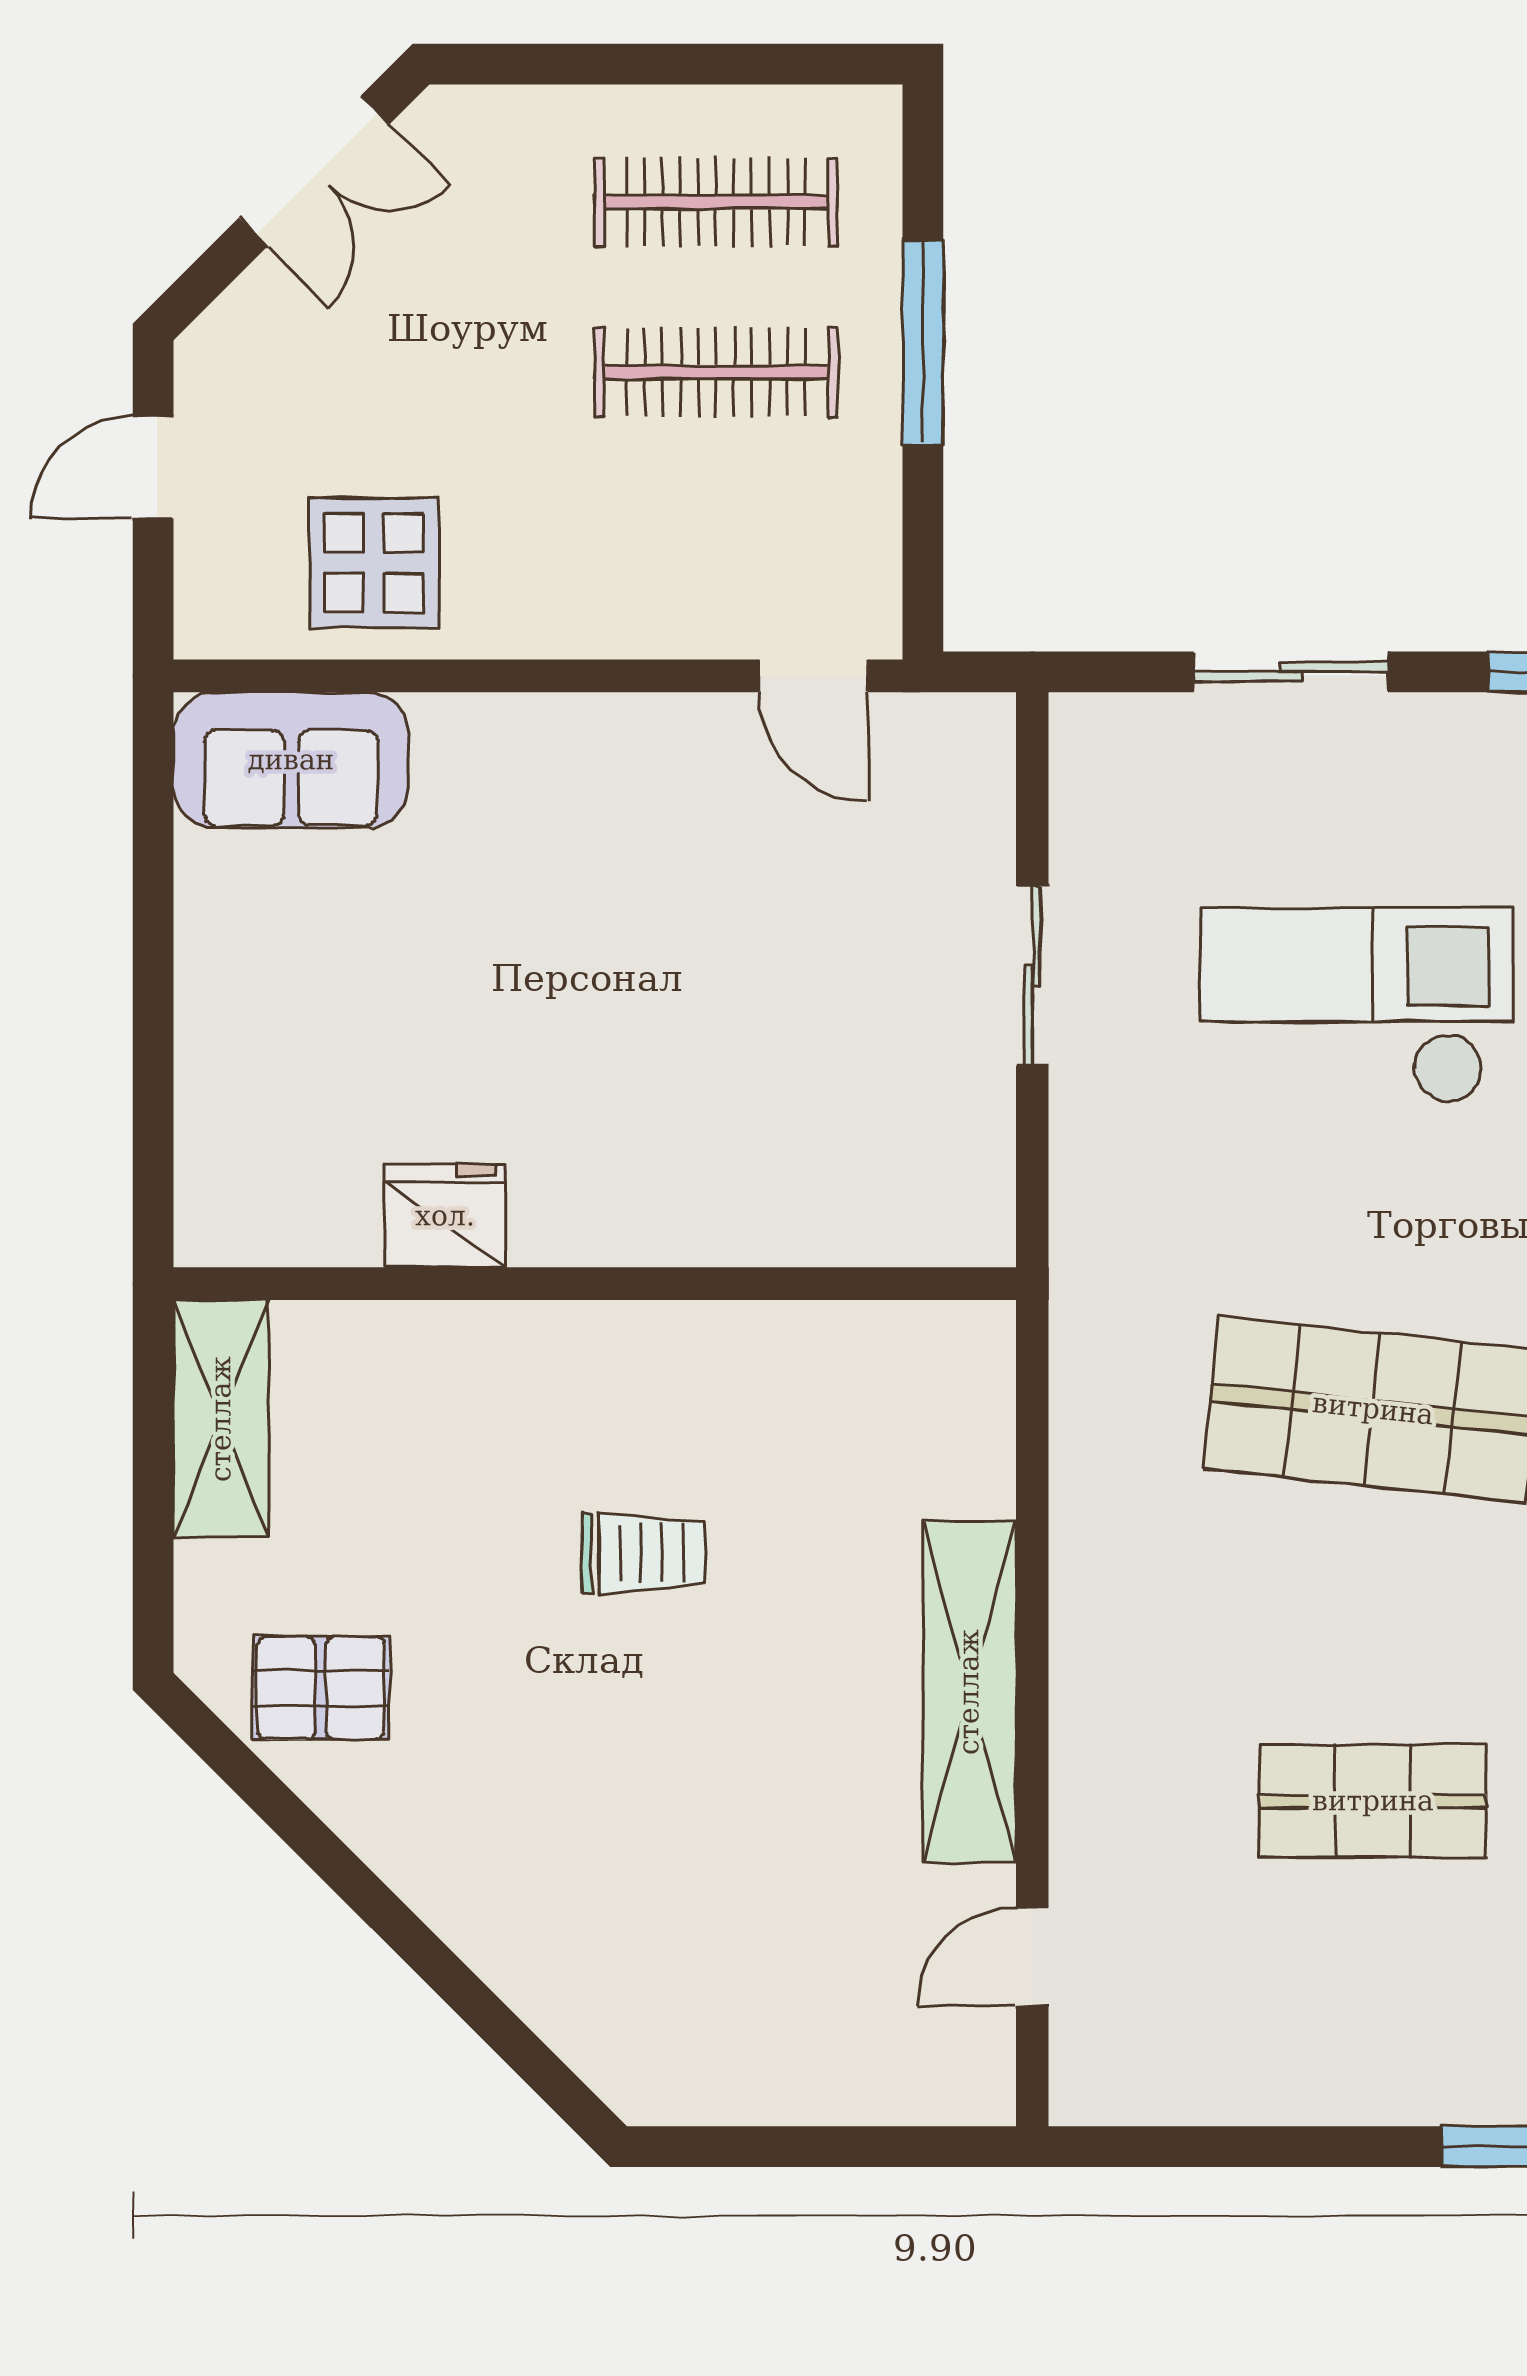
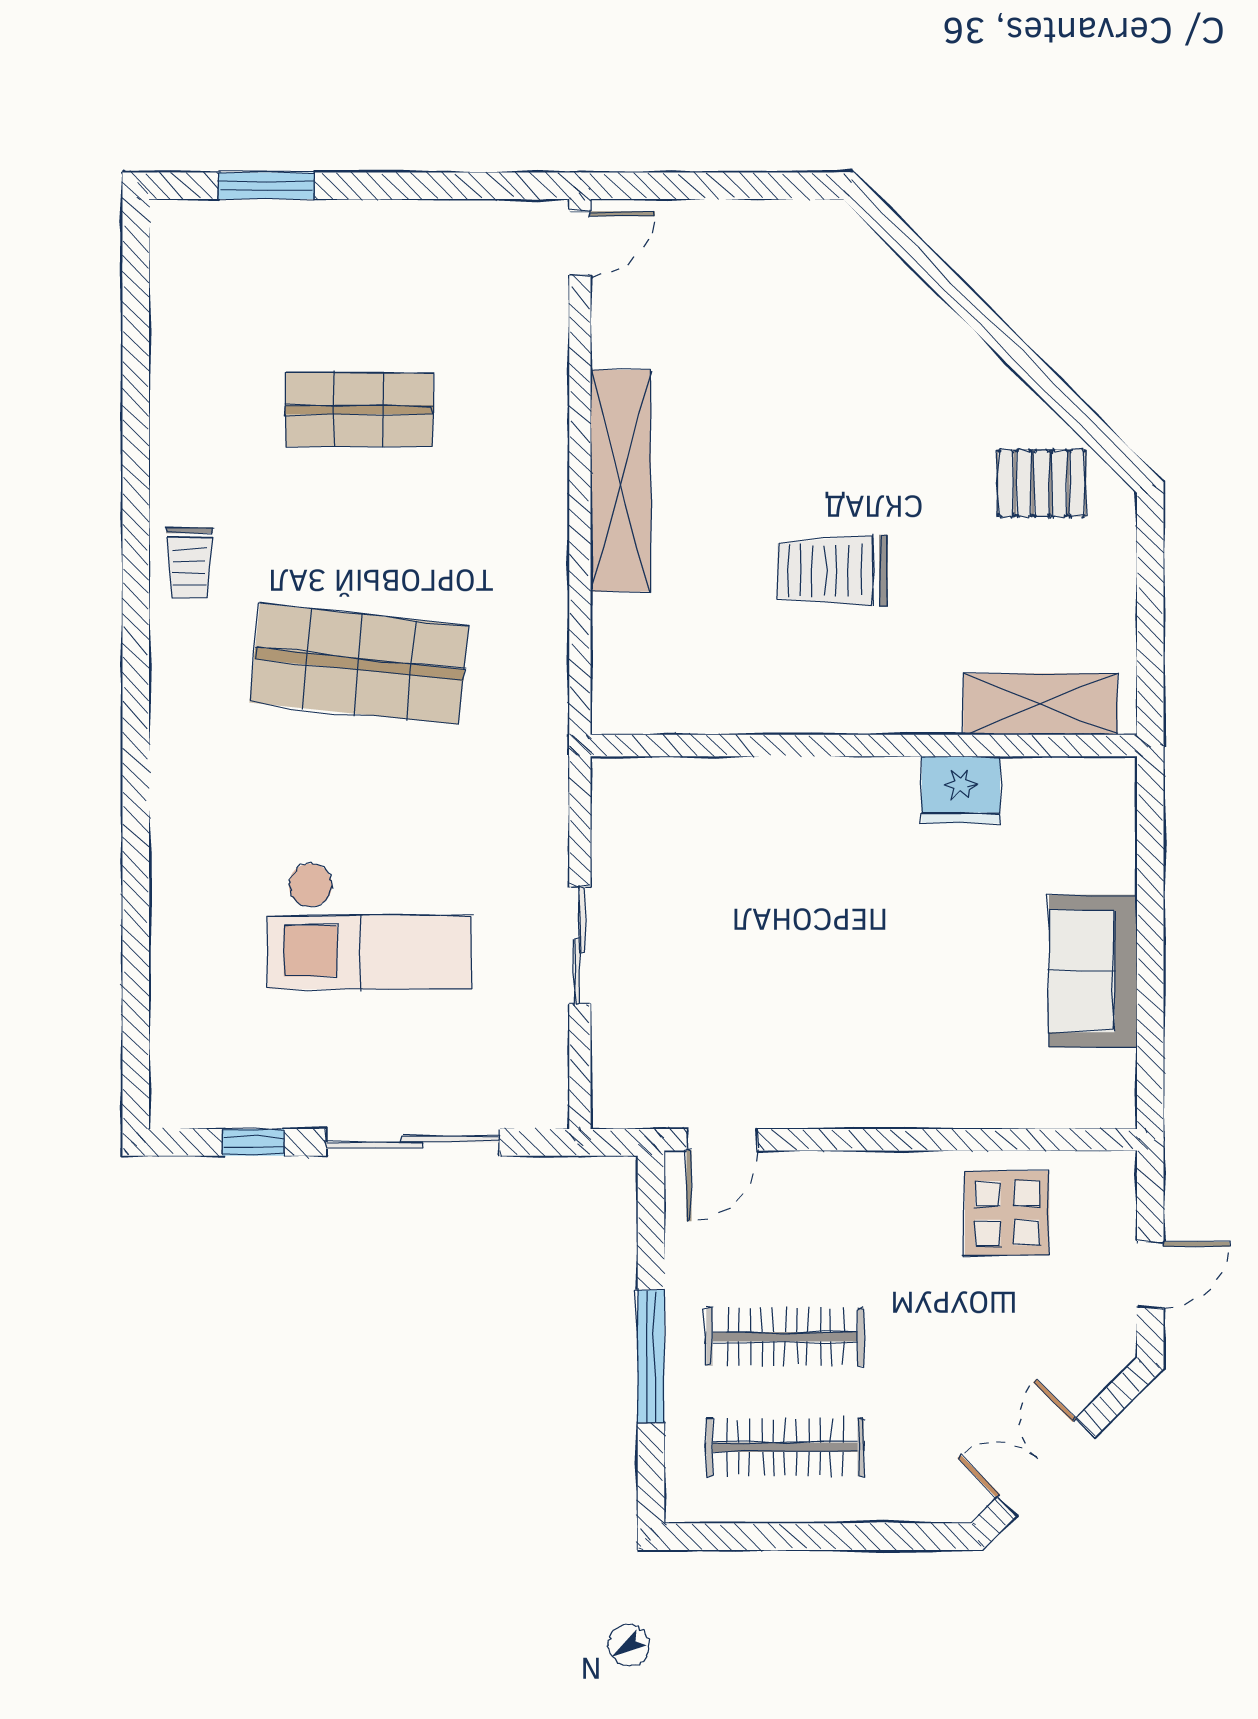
sliding door: (1291, 672) -> (412, 1142), width x1.37
door: (813, 676) -> (722, 1140), swing flipped
sofa: (291, 760) -> (1093, 971), moved, turned -90
shelving: (221, 1419) -> (1040, 704), moved, turned 90
trolley: (643, 1553) -> (832, 571), width x1.36, depth x1.39
door: (1032, 1957) -> (580, 243), moved

